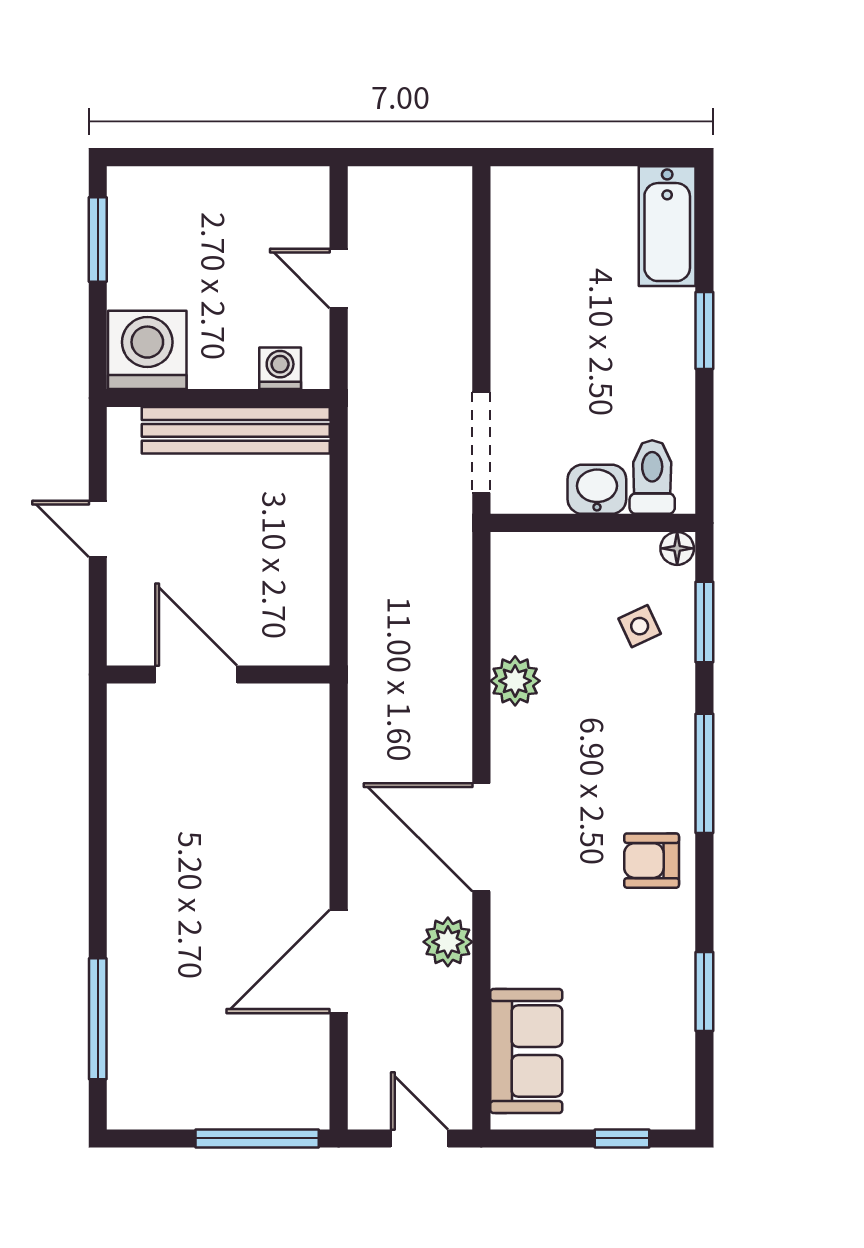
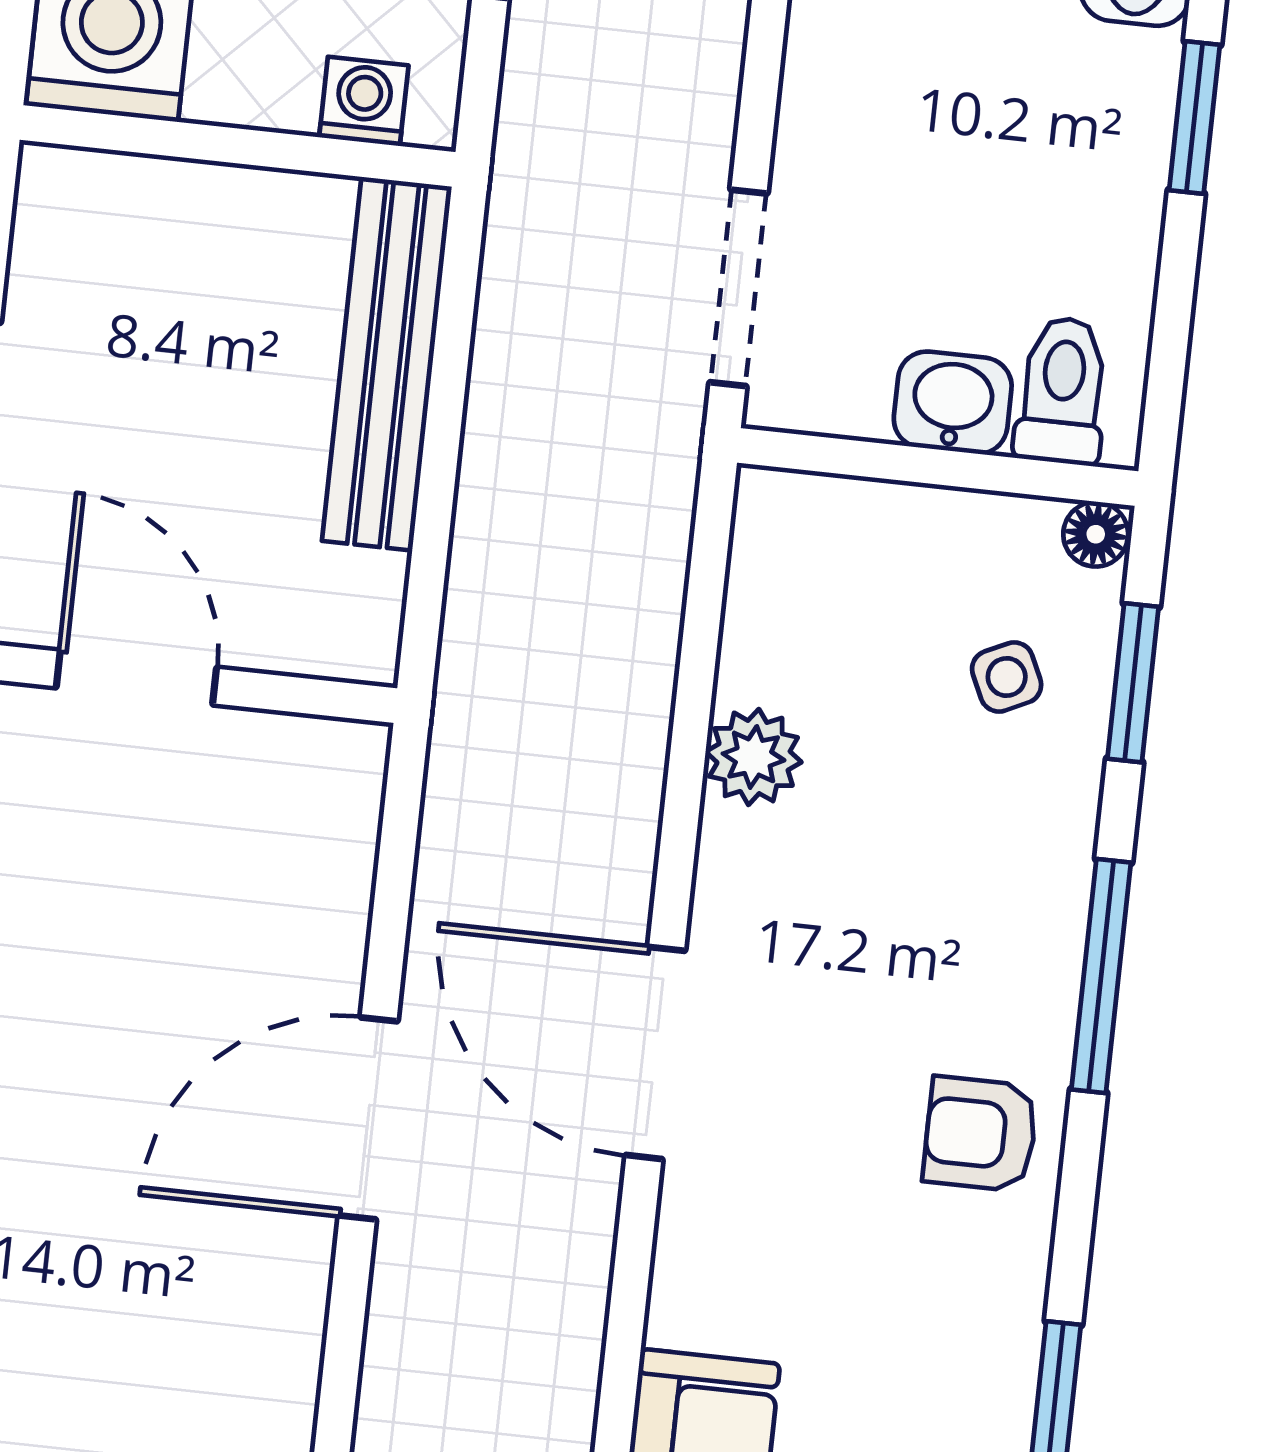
bench: (236, 430) -> (387, 364), moved, turned 90
plant: (448, 942) -> (568, 1249), removed
door: (339, 961) -> (368, 1118), moved

